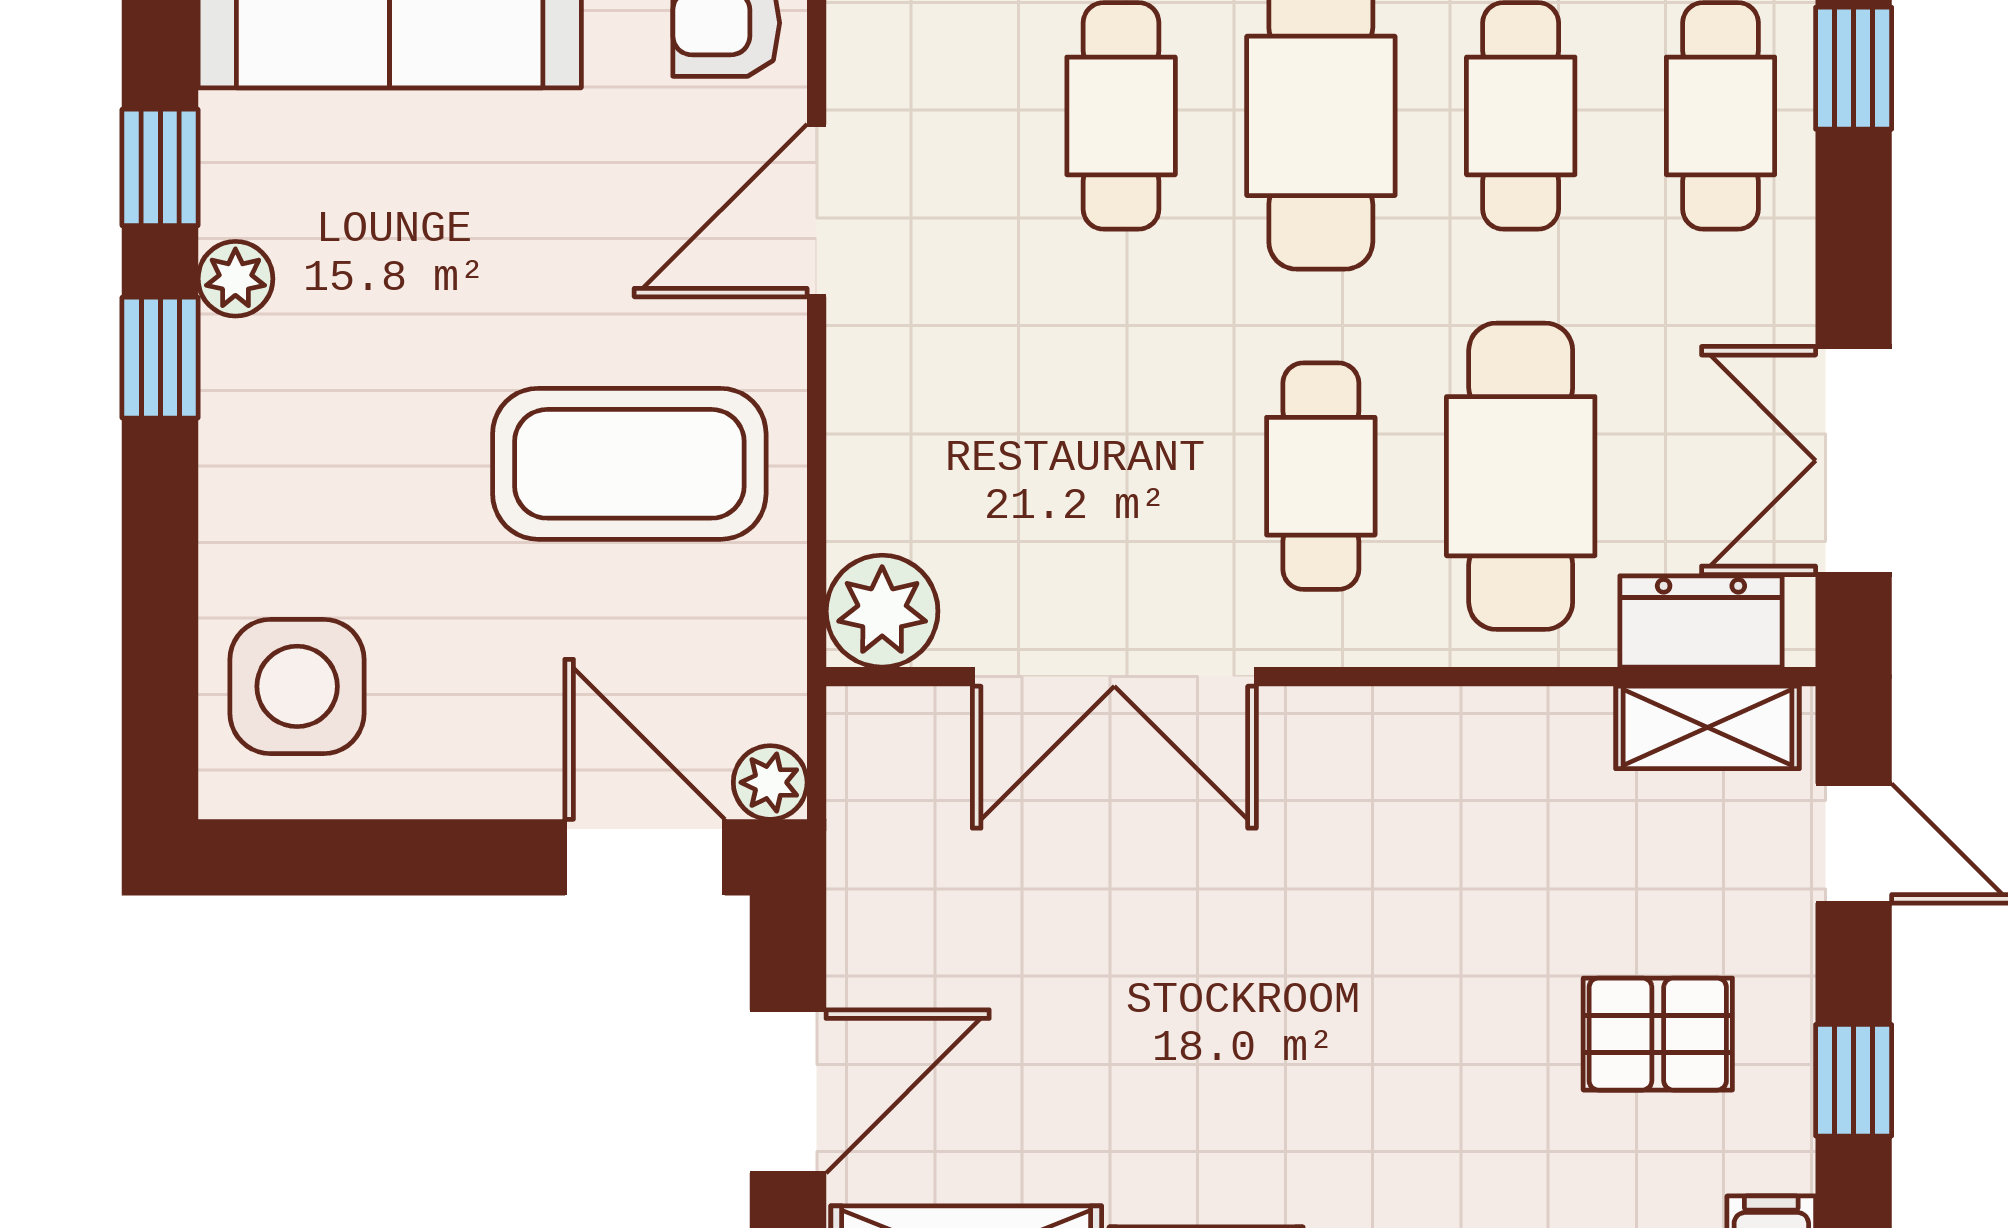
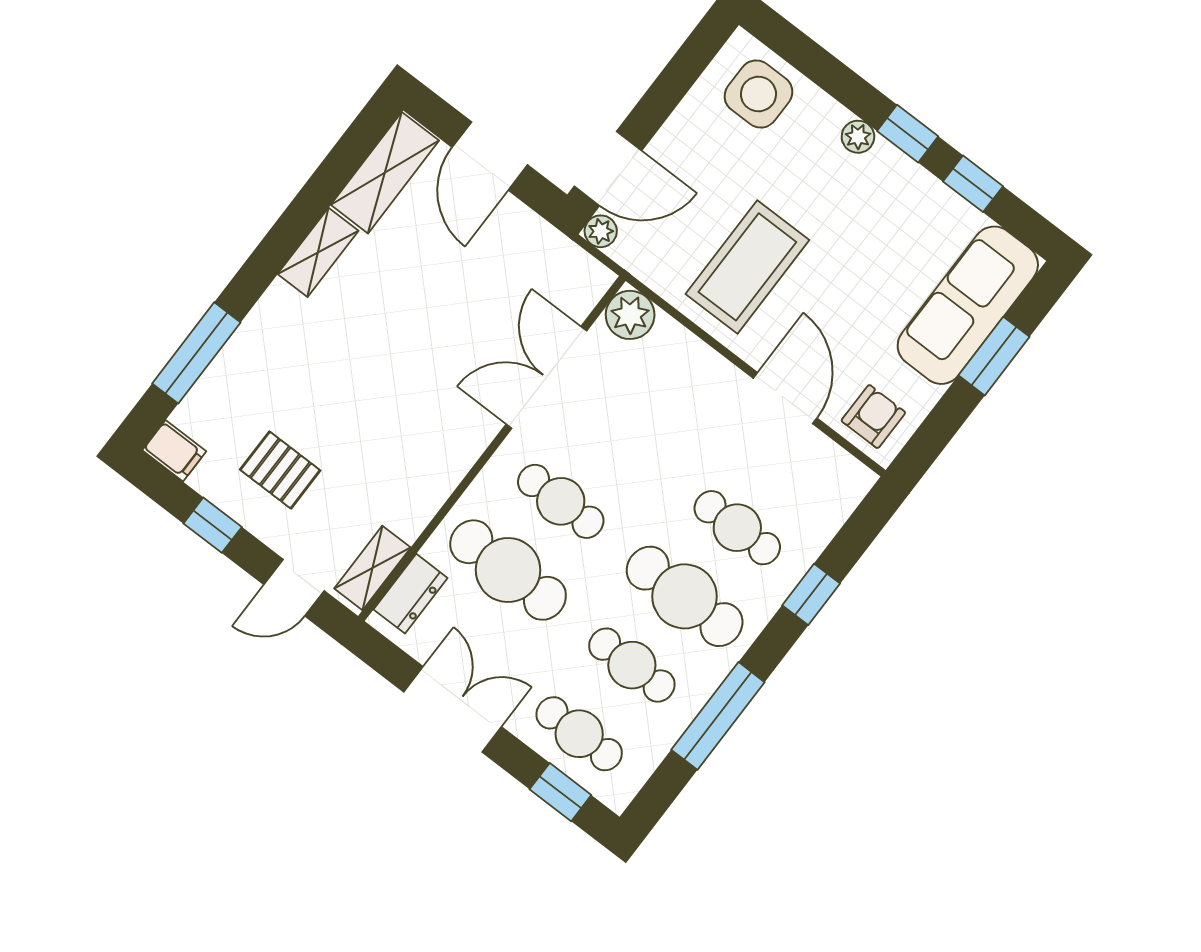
plant: (235, 279) -> (858, 137), moved
double door: (1854, 461) -> (453, 709), moved
pallet: (1658, 1034) -> (280, 470), turned 90

